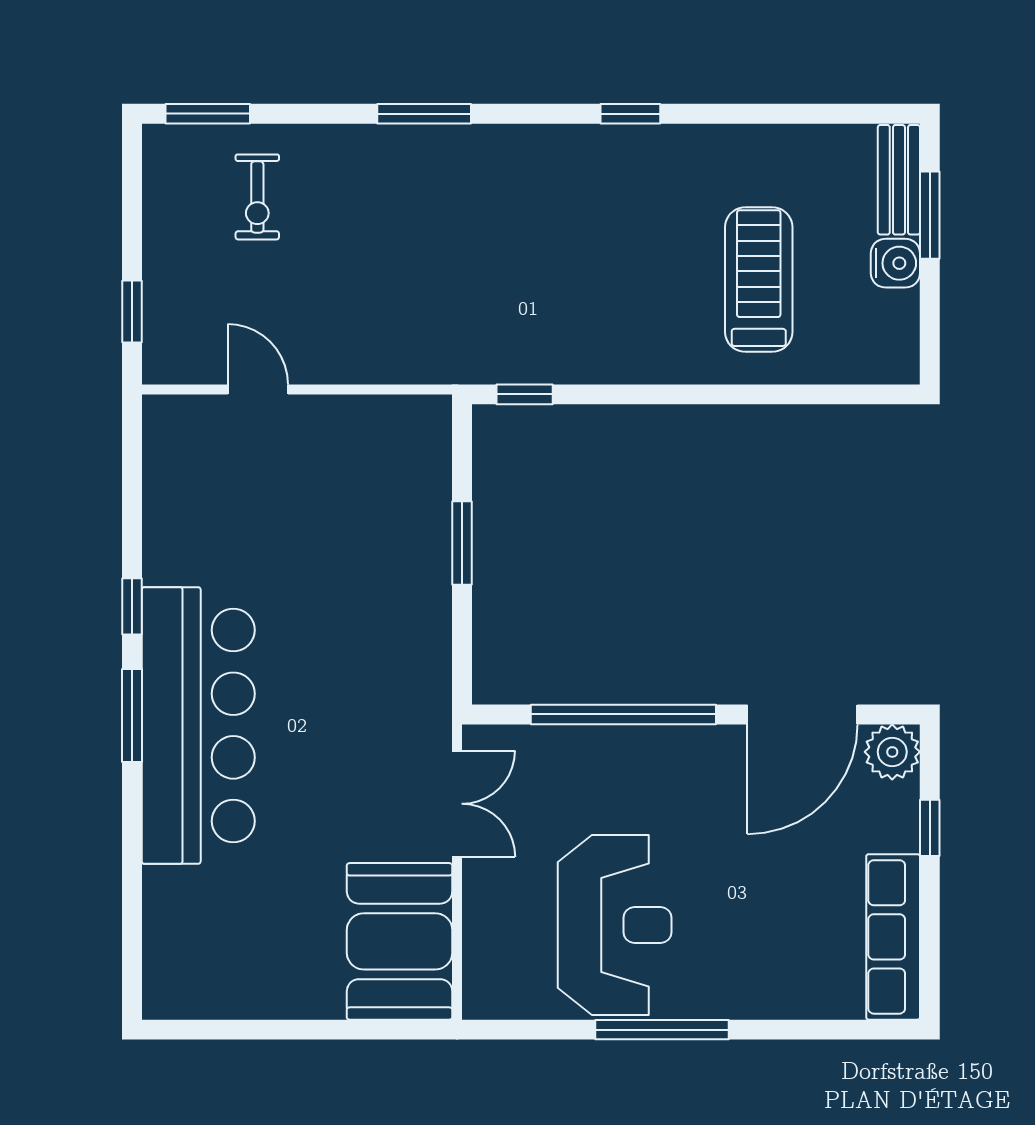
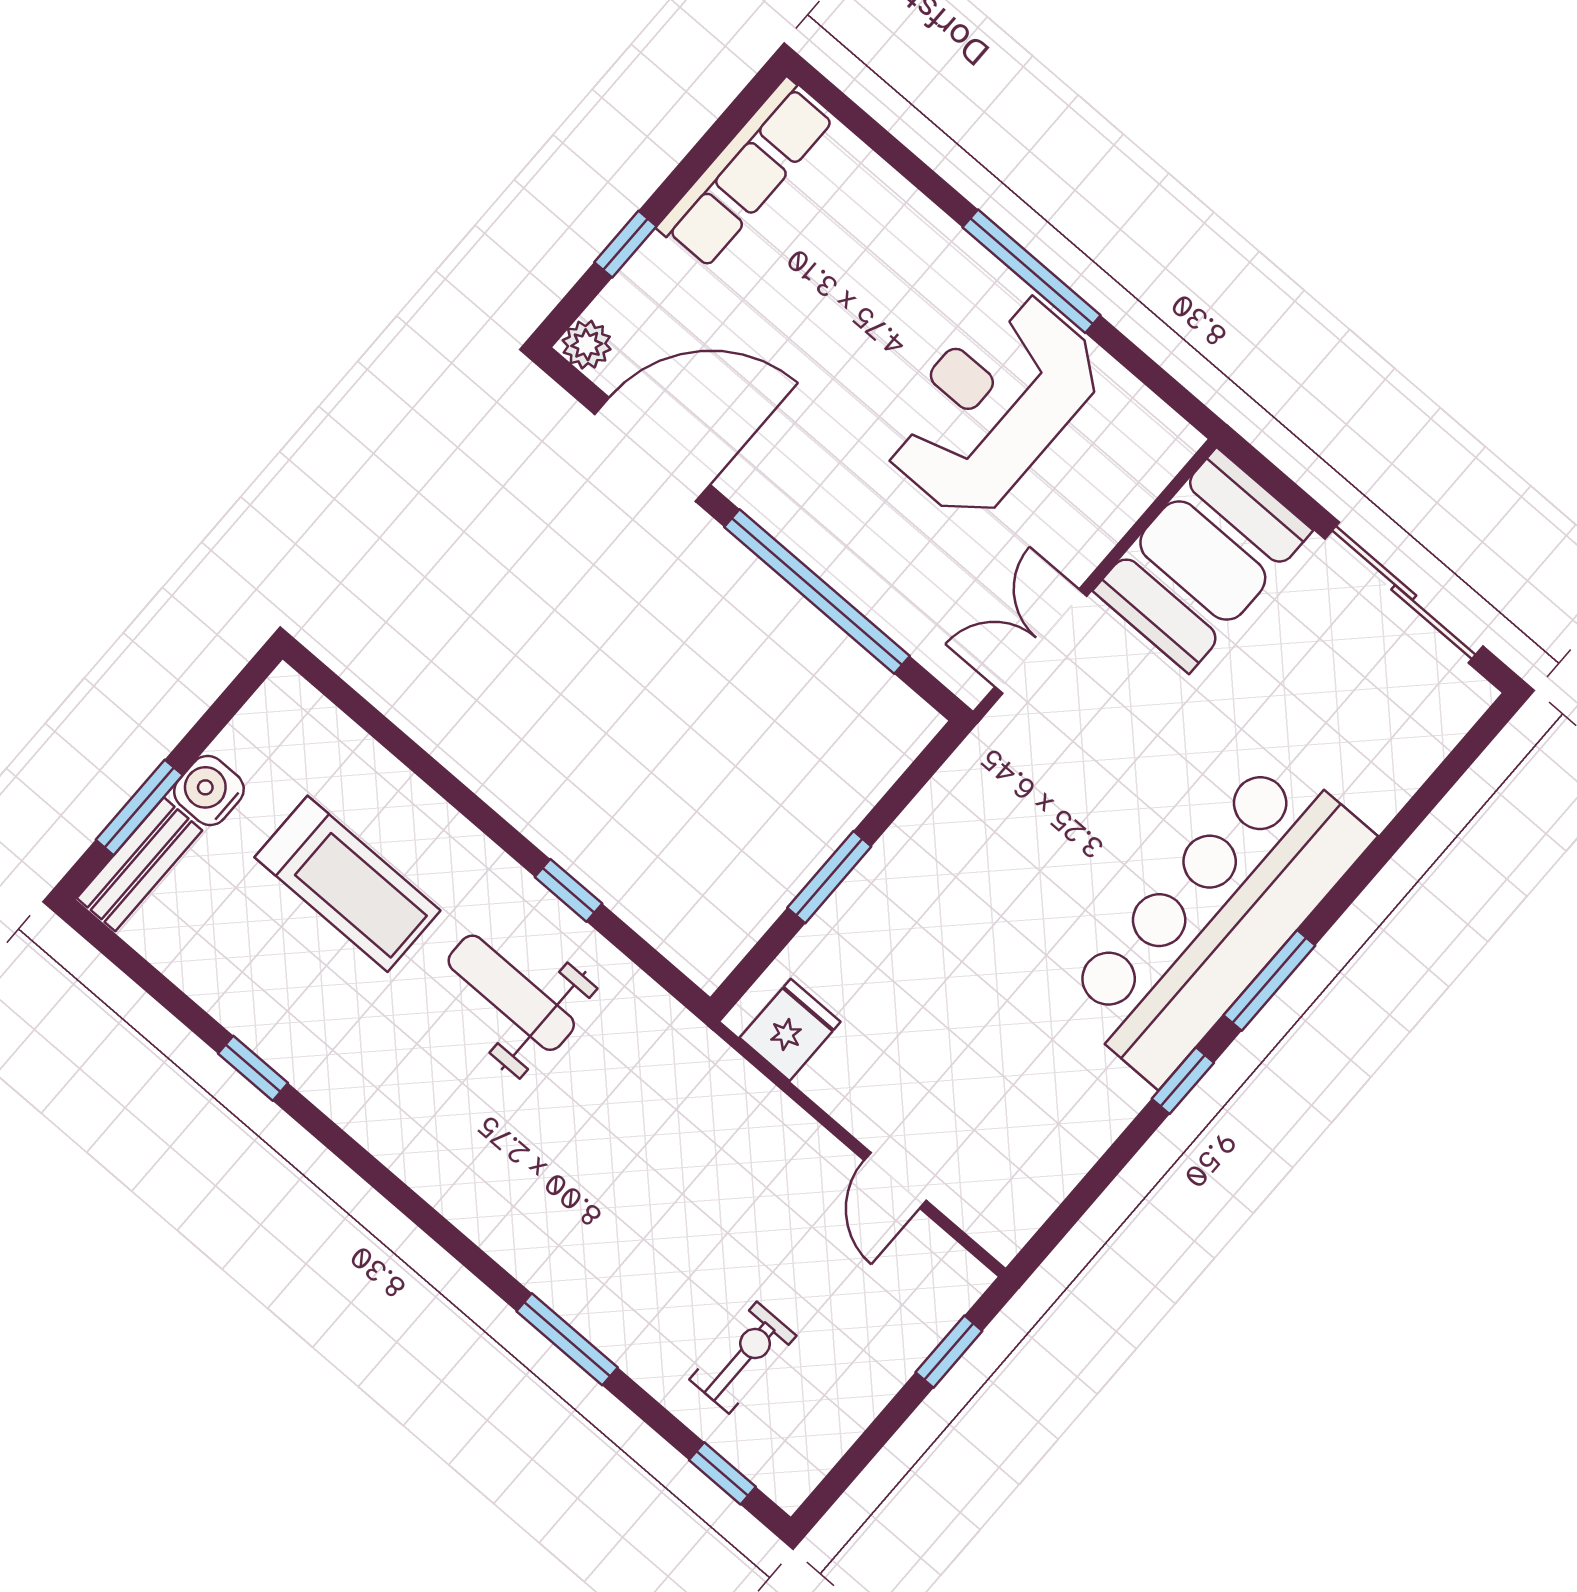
window: (208, 114) -> (722, 1473), width x0.67
window: (424, 114) -> (567, 1339), moved
window: (630, 114) -> (253, 1068), moved
treadmill: (759, 280) -> (348, 884), turned -90
weight bench: (598, 300) -> (511, 993), added
window: (525, 394) -> (568, 890), moved
fridge: (404, 427) -> (790, 1030), added
plant: (892, 752) -> (587, 345), width x0.73, depth x0.73
sliding door: (257, 1030) -> (1404, 593), added

